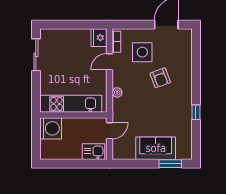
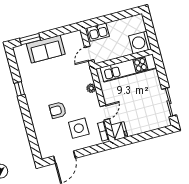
armchair: (160, 78) -> (58, 110), turned -70

